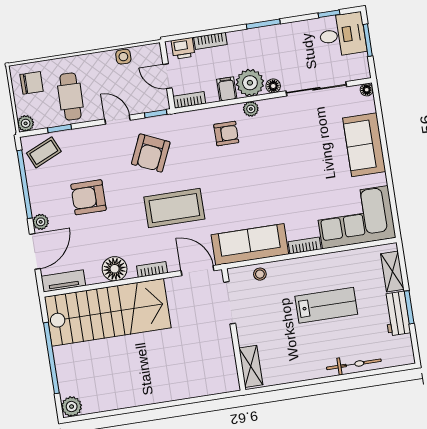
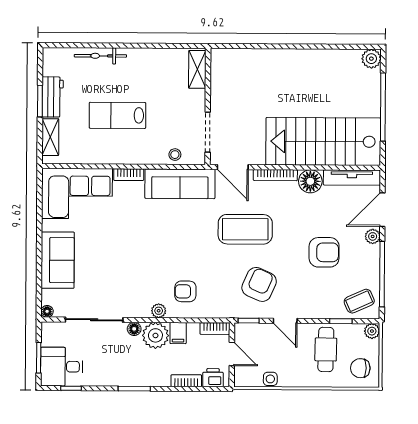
bookcase: (152, 269) -> (275, 175), width x1.56
tv unit: (63, 281) -> (352, 178), width x1.41

